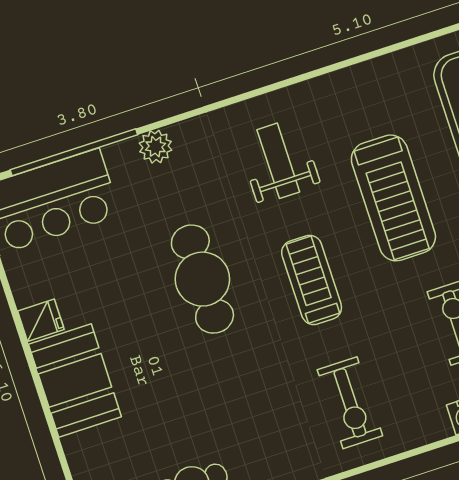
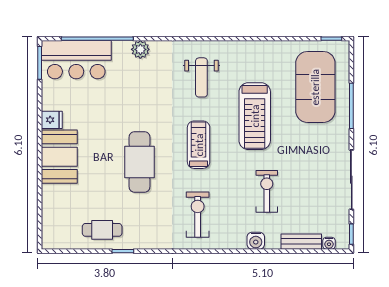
weight bench: (278, 161) -> (201, 77), turned 180
cafe table: (202, 279) -> (140, 162), moved
exercise bike: (350, 403) -> (198, 215), turned 180

